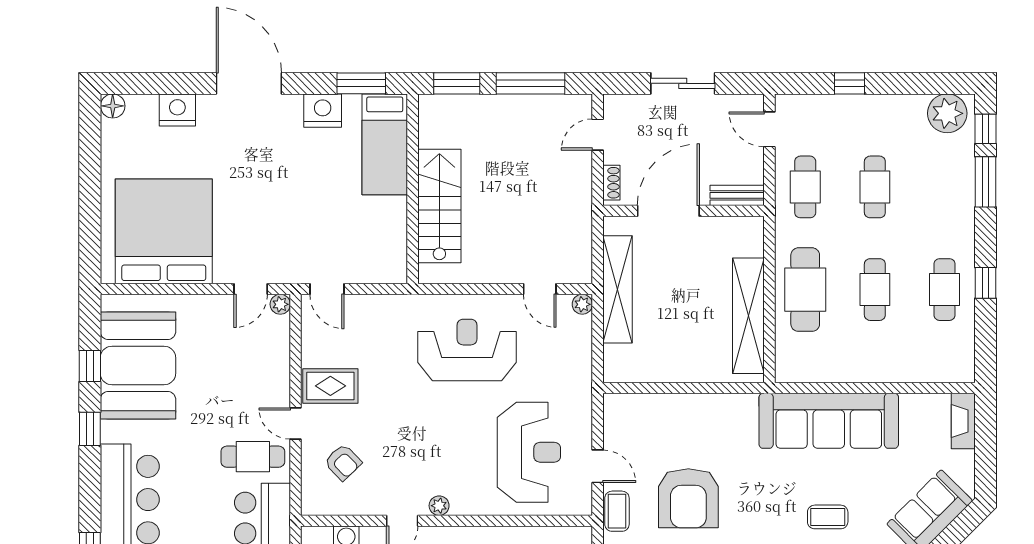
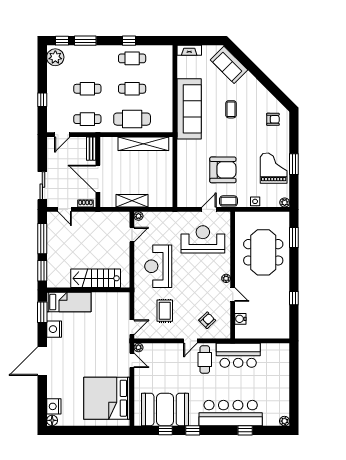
sliding door: (683, 83) -> (42, 186), moved
nightstand: (177, 110) -> (54, 406), moved
shelving: (617, 289) -> (132, 201), width x0.68
rug: (330, 386) -> (165, 311), moved

